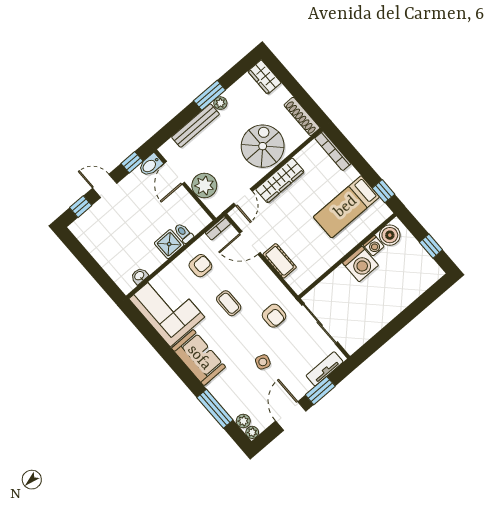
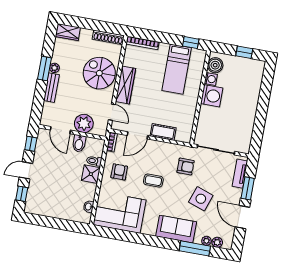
bench: (195, 126) -> (51, 88), width x0.73
bidet: (150, 165) -> (79, 143), moved
sofa: (199, 358) -> (176, 229), moved
side table: (263, 362) -> (201, 199), width x1.87, depth x1.87
plant: (252, 432) -> (206, 241), moved

